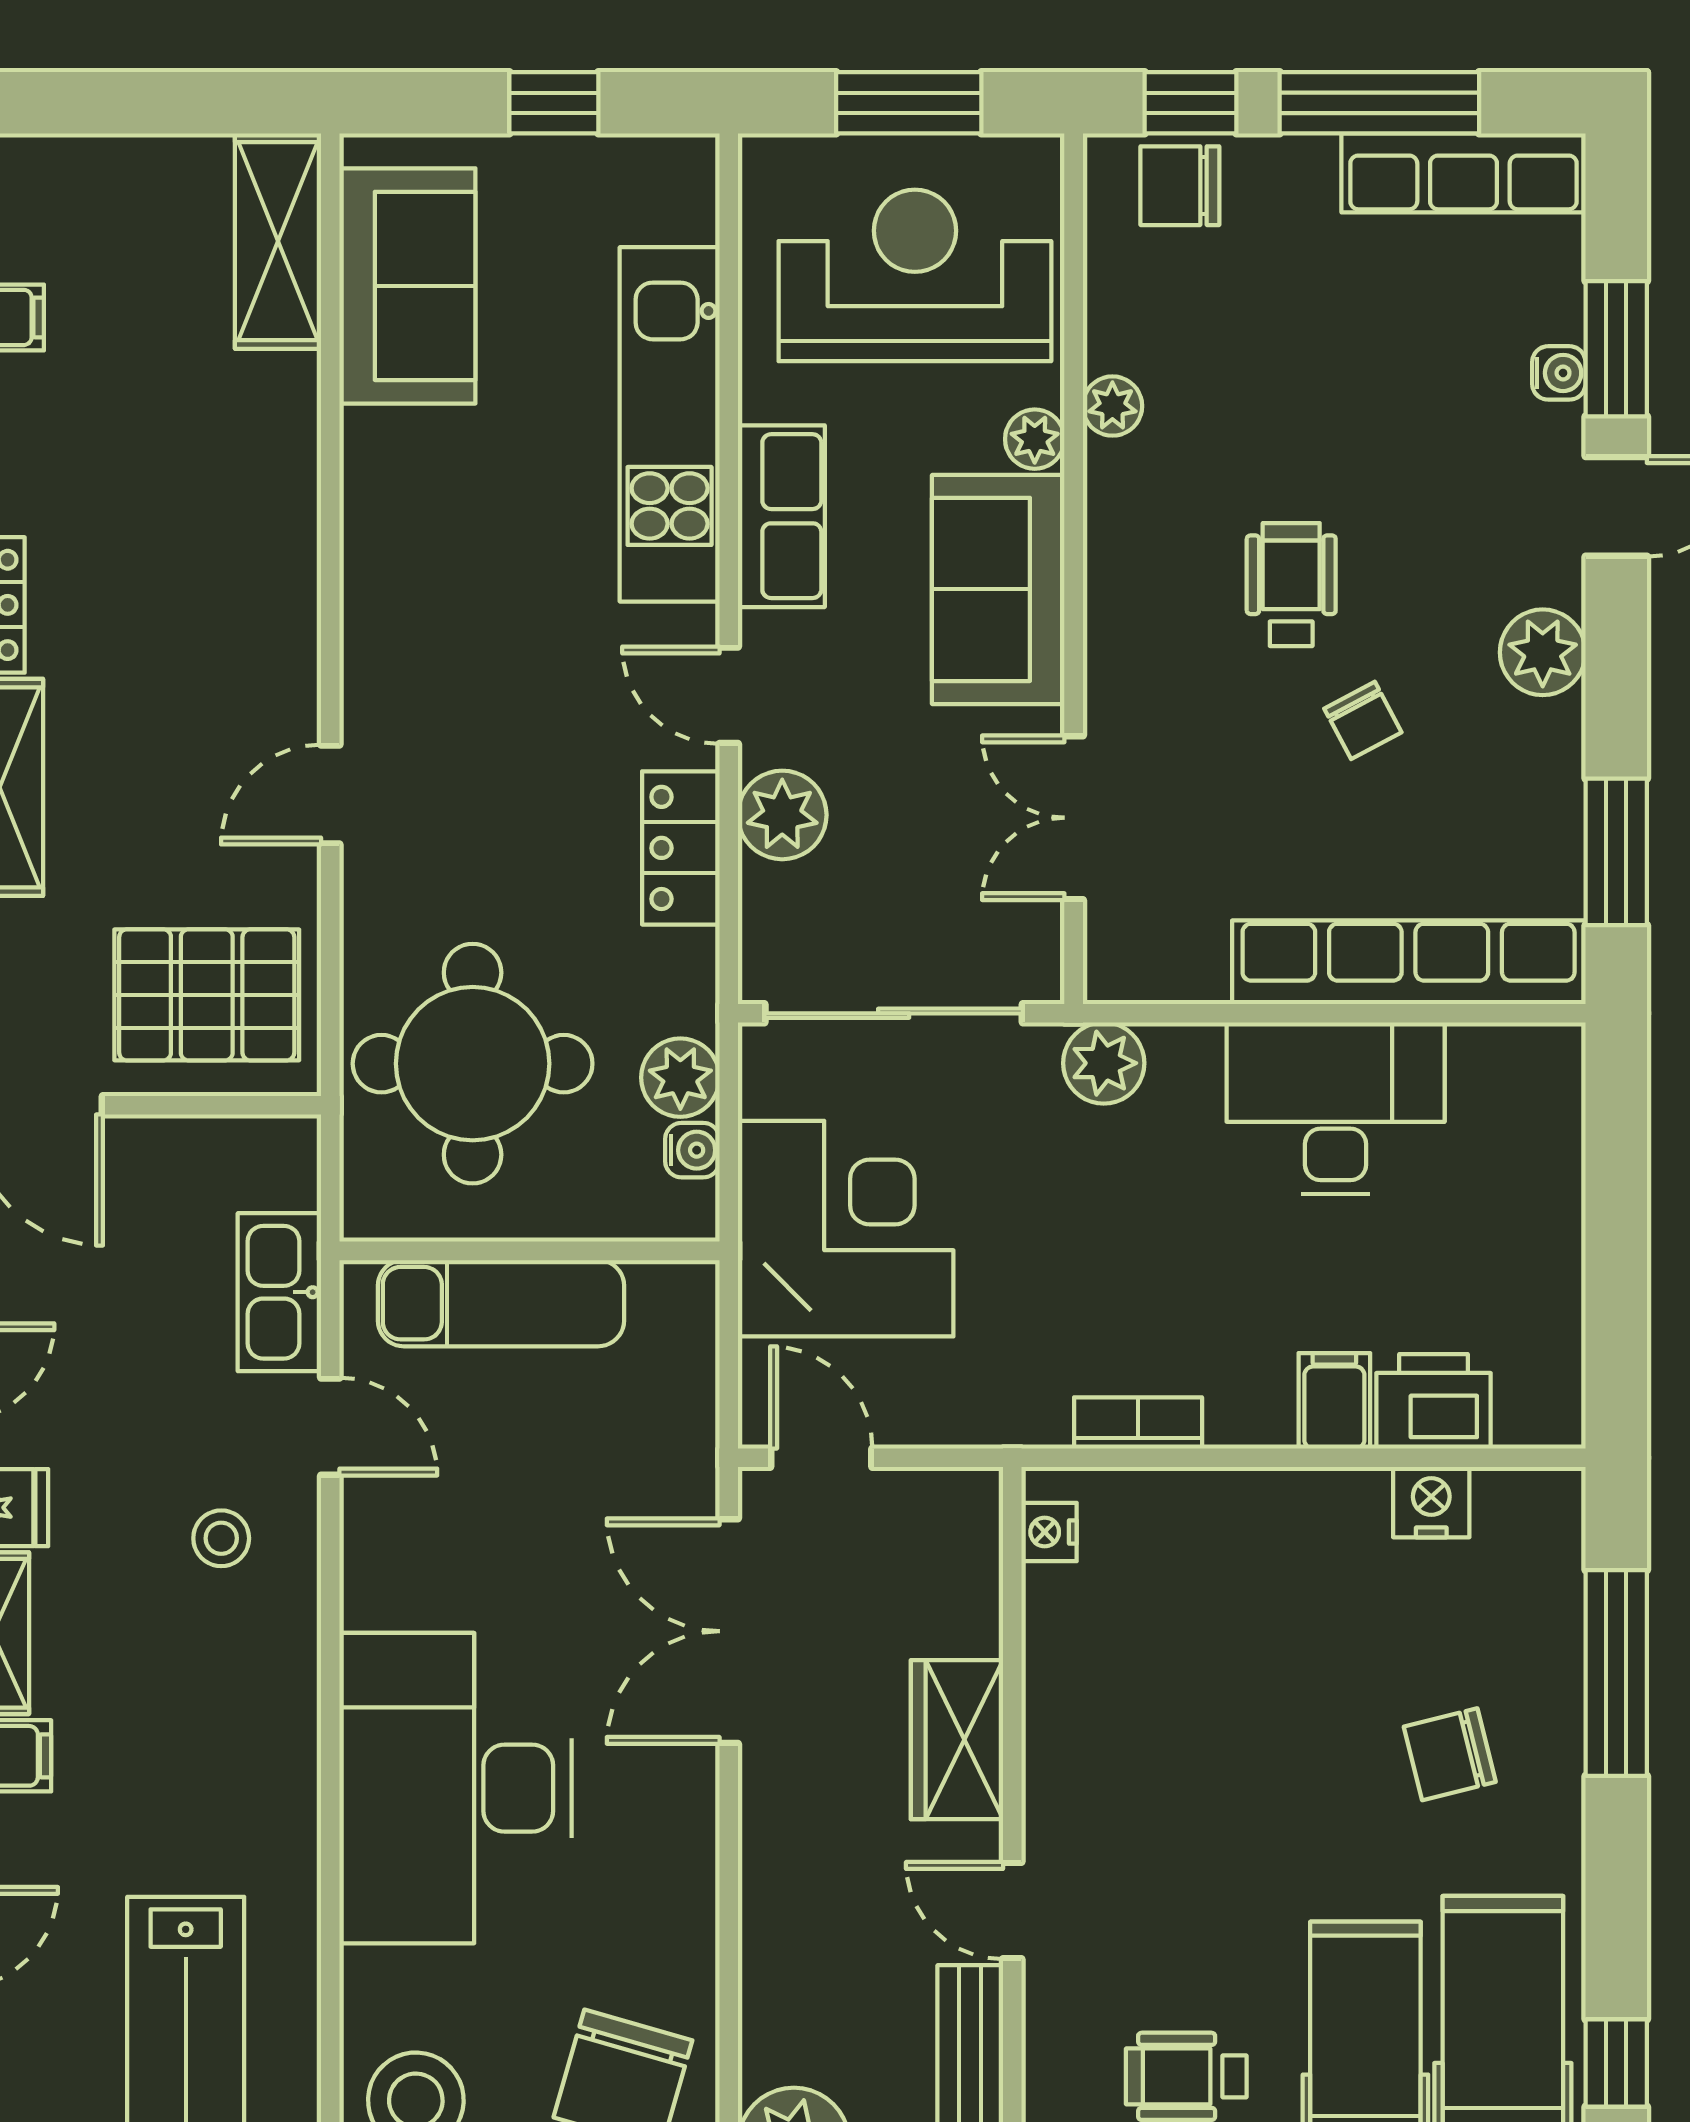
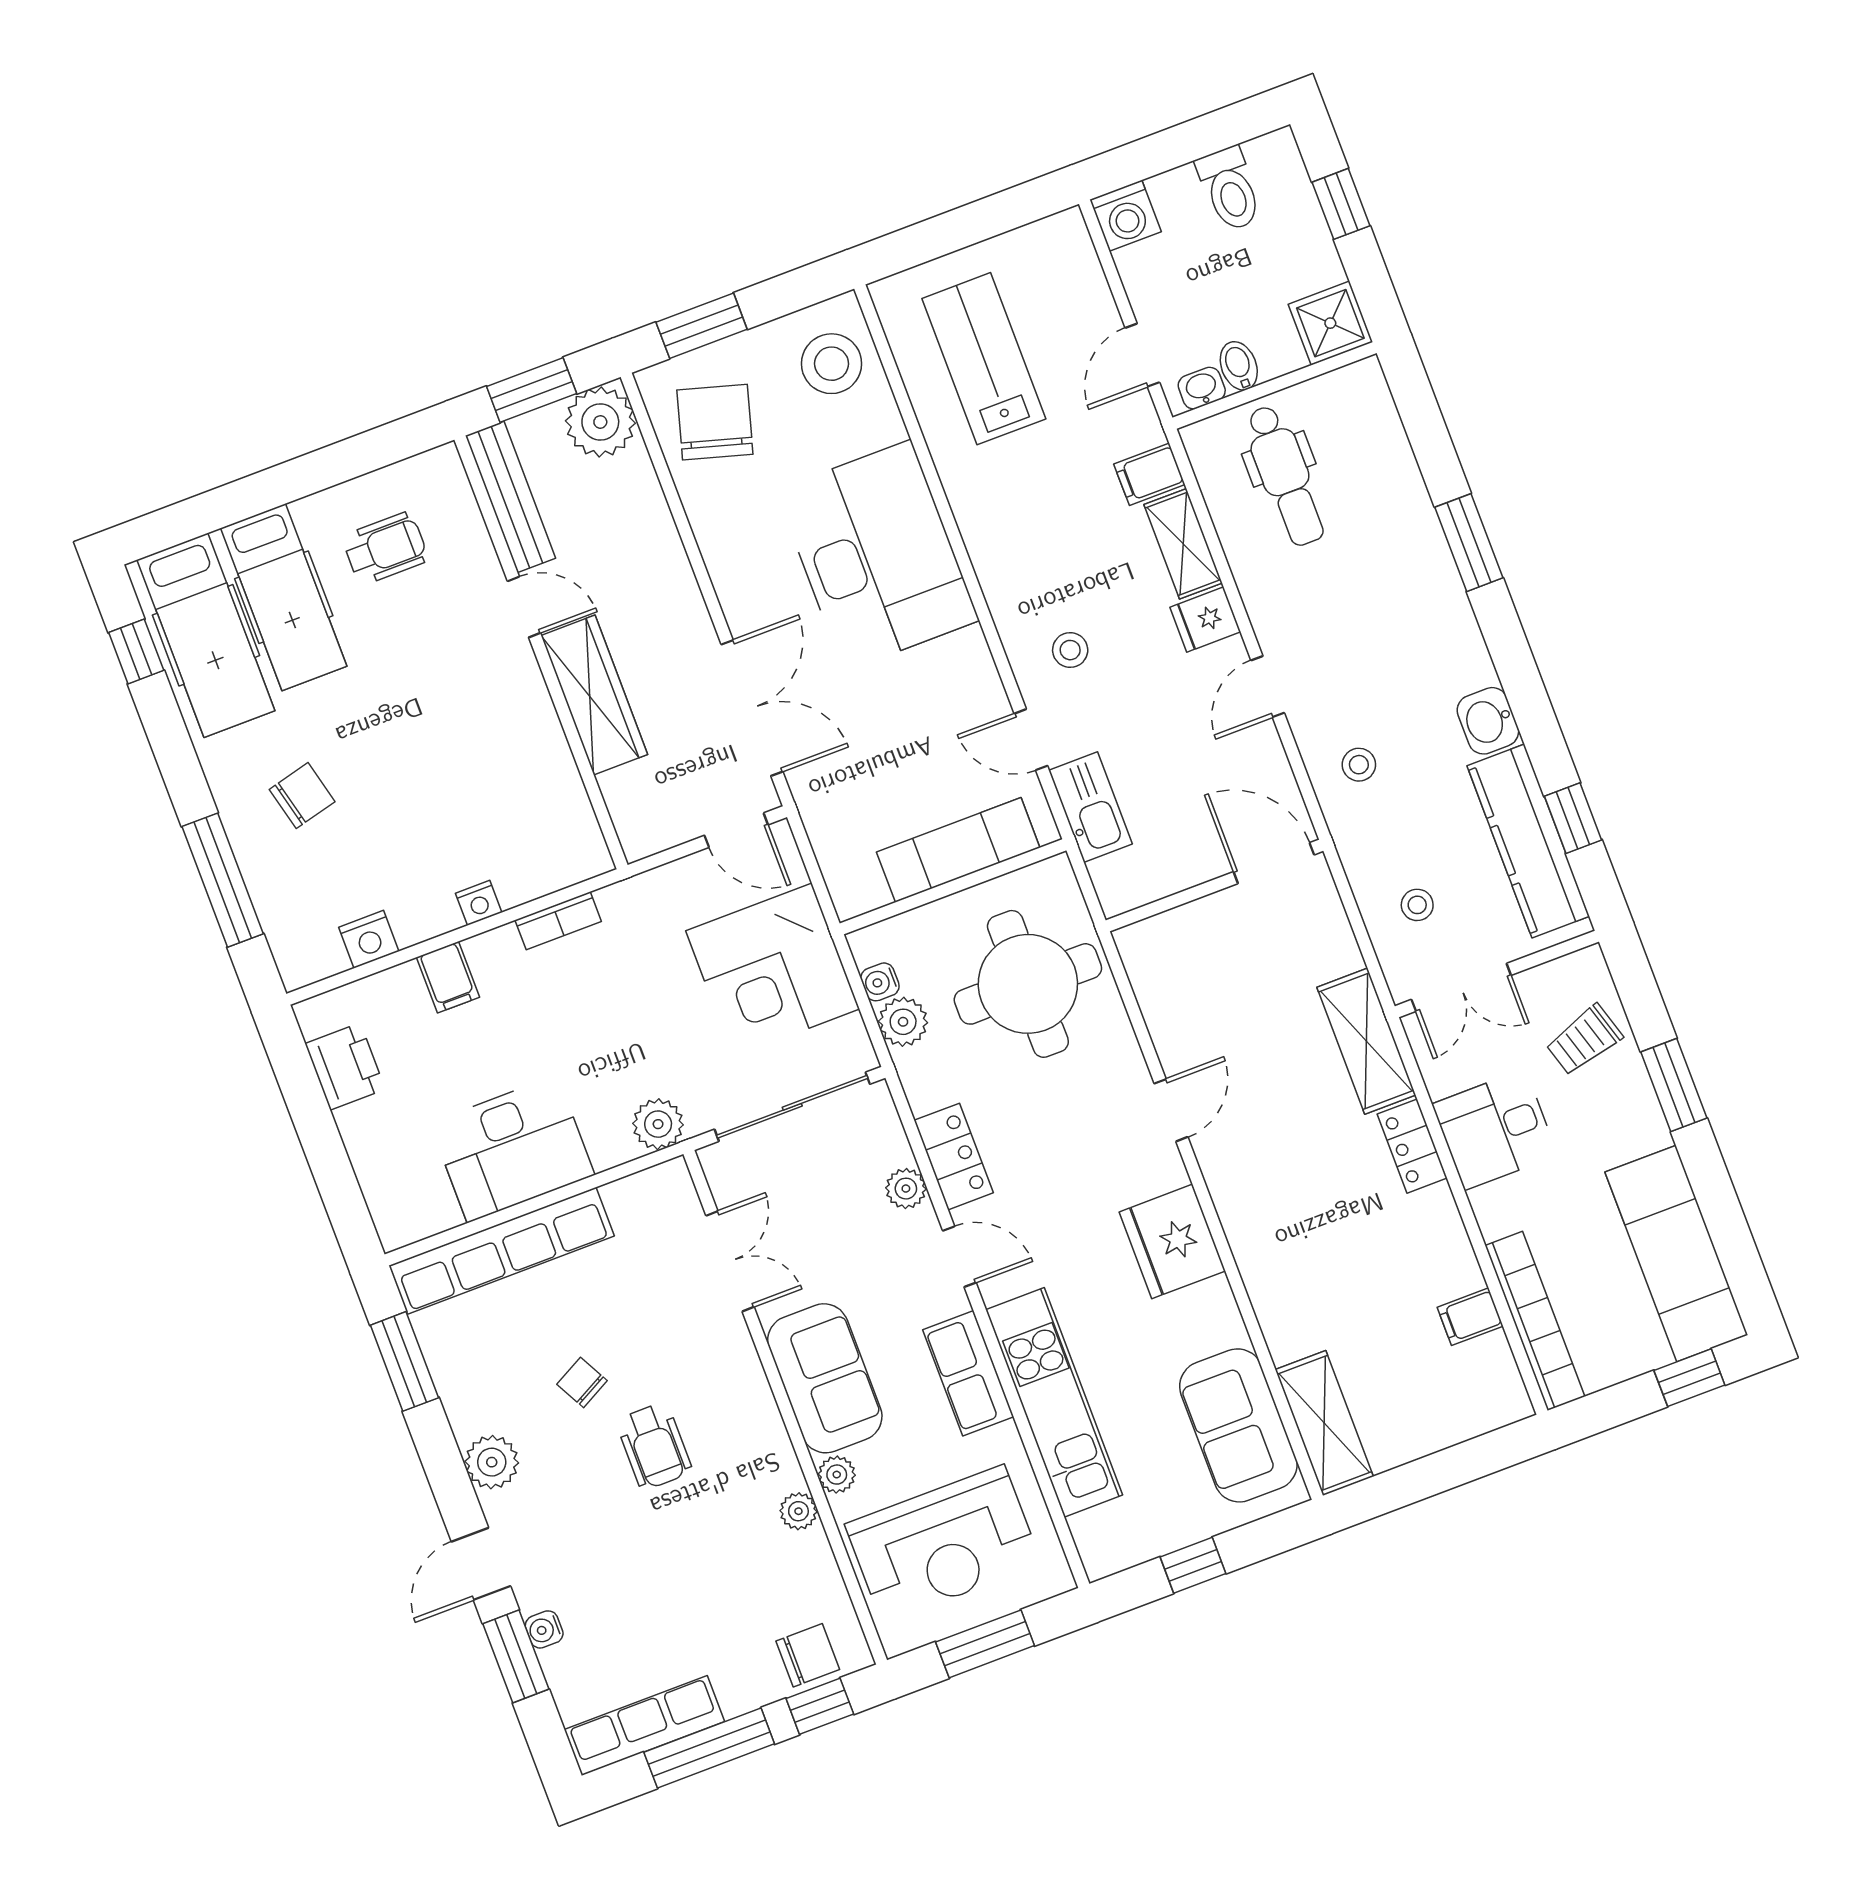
fridge: (402, 598) -> (1172, 1241), added
plant: (782, 815) -> (906, 1189), width x0.73, depth x0.73
pallet: (207, 995) -> (1199, 965), removed
printer: (1433, 1401) -> (345, 1066), moved, turned -90
nightstand: (1049, 1532) -> (479, 903), moved, turned 90
wardrobe: (957, 1740) -> (594, 695), width x1.50

